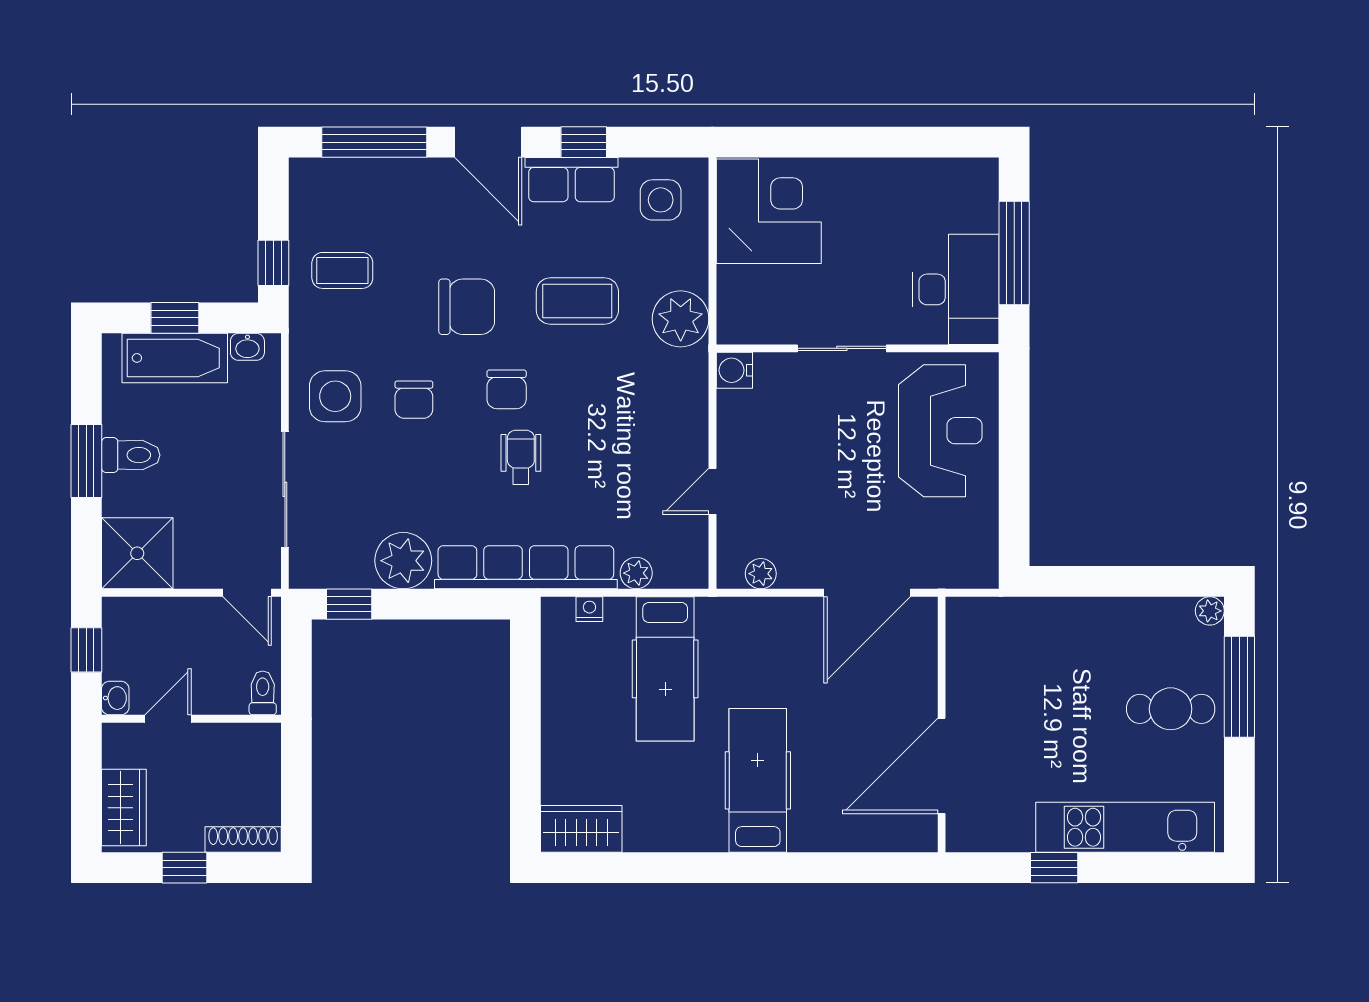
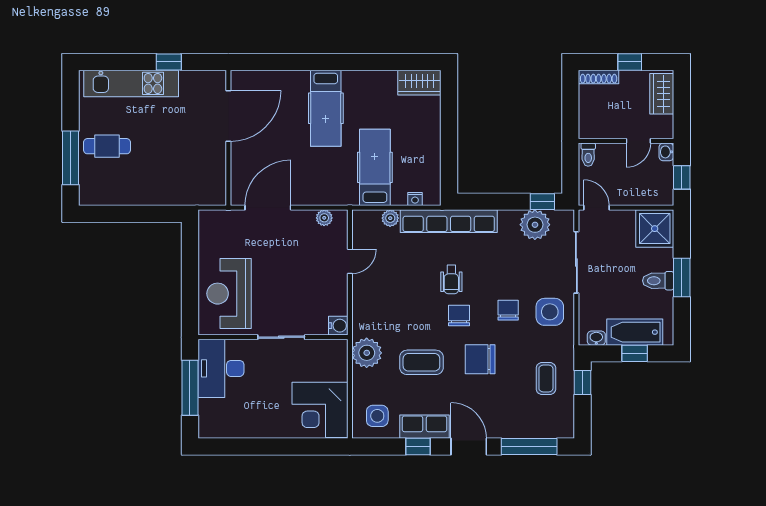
coffee table: (342, 270) -> (546, 379), turned 90
plant: (403, 561) -> (535, 225), moved
plant: (1210, 611) -> (86, 198), removed

